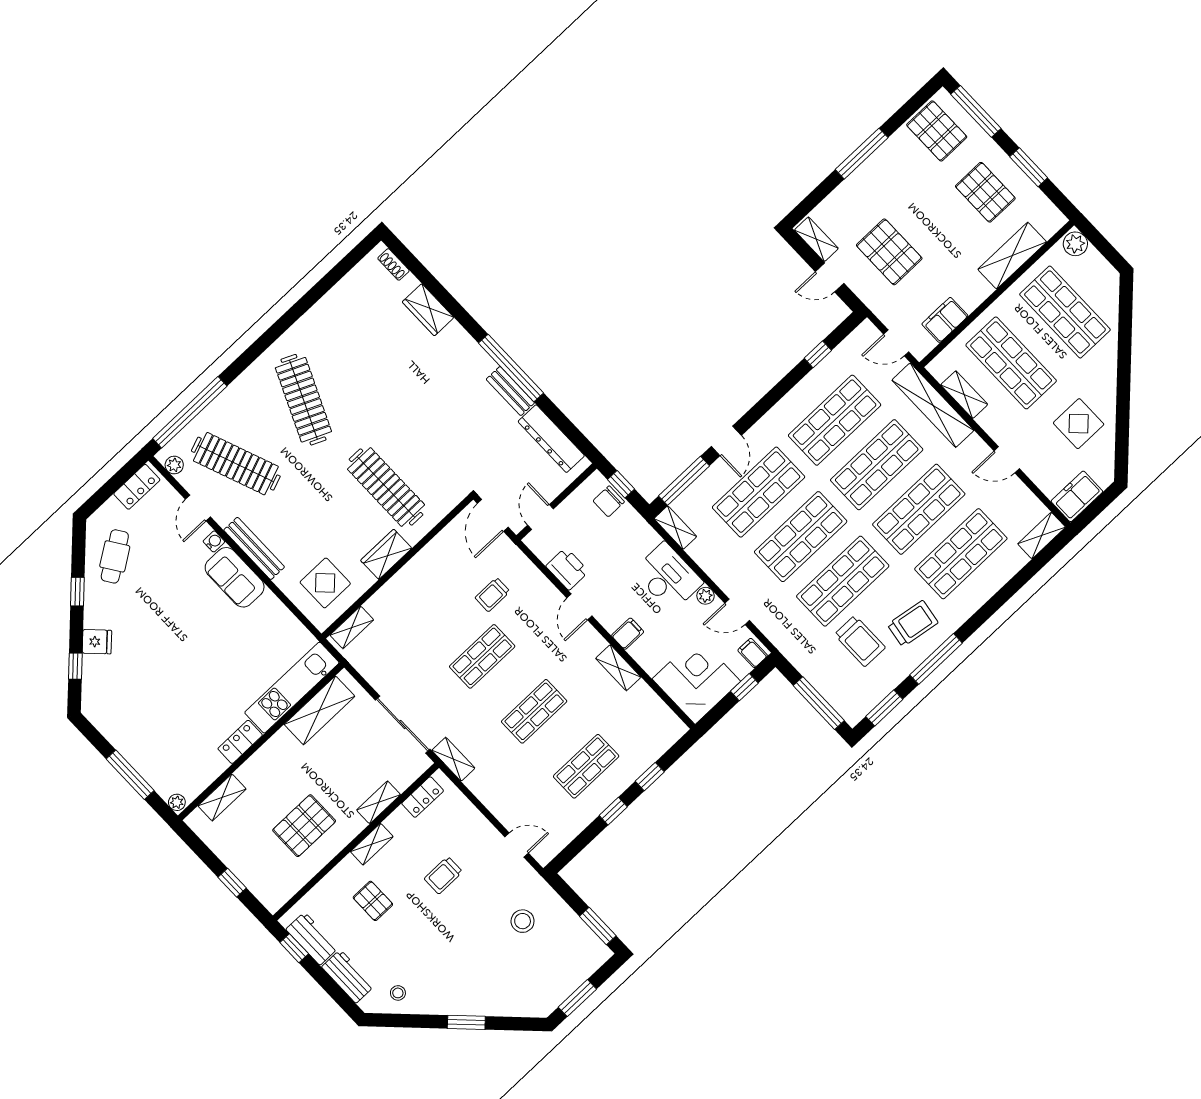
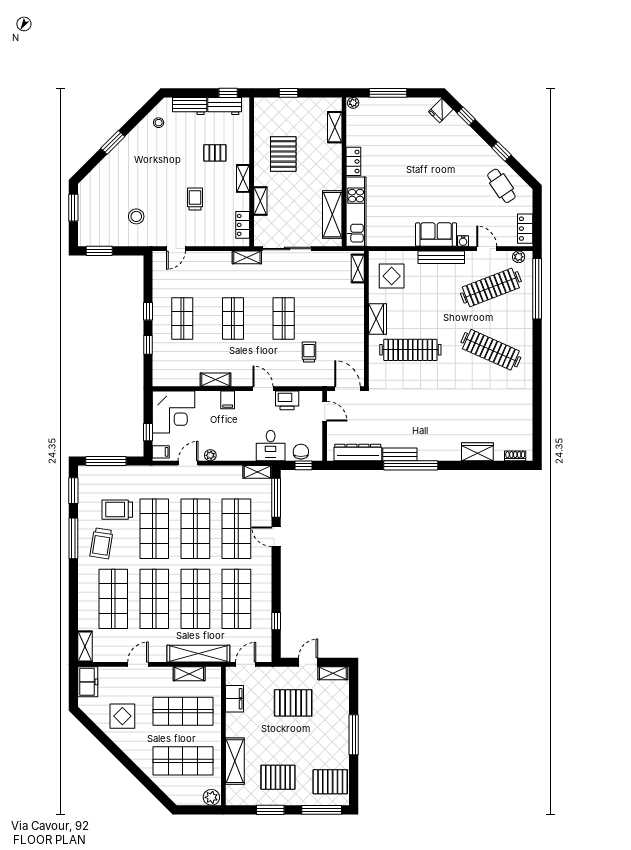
desk: (668, 577) -> (271, 446), moved, width x0.73
fridge: (97, 642) -> (441, 111), moved

